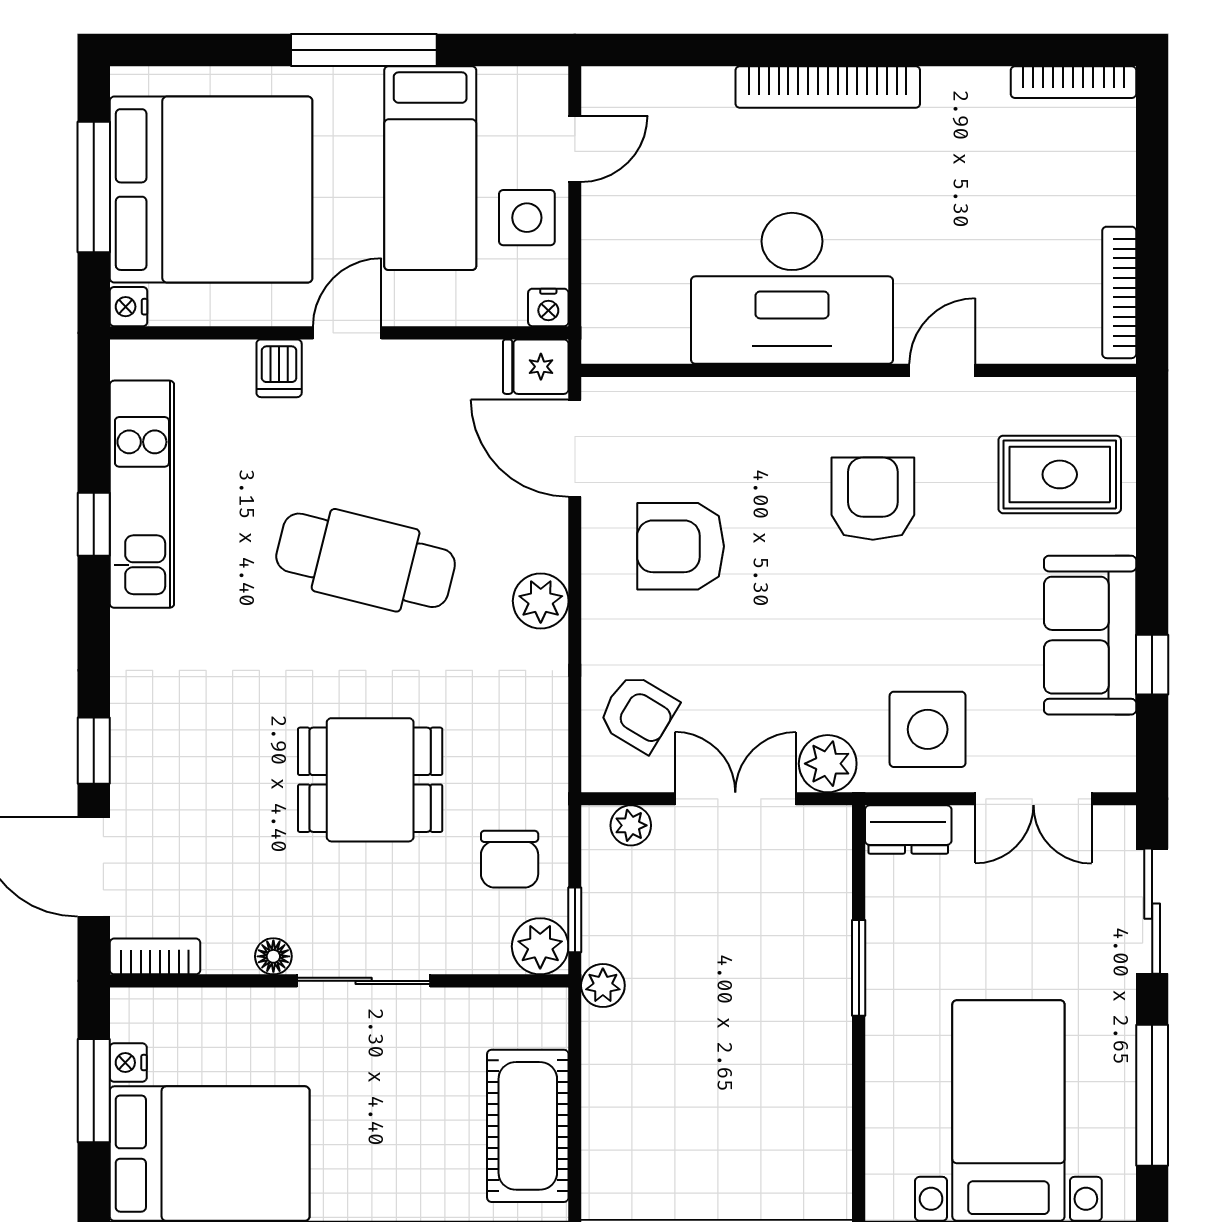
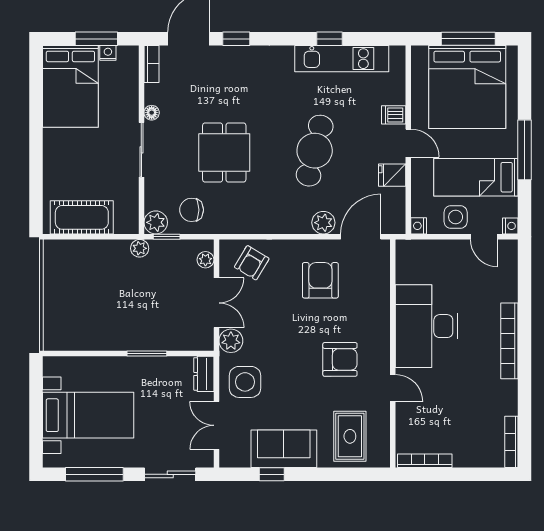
nightstand: (129, 307) -> (510, 226), moved, turned 90
fridge: (536, 367) -> (392, 175), moved, turned -90
plant: (541, 601) -> (323, 223), moved

